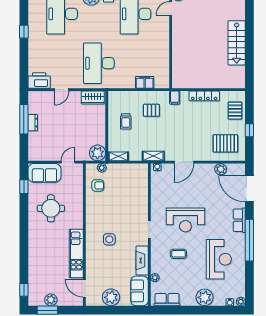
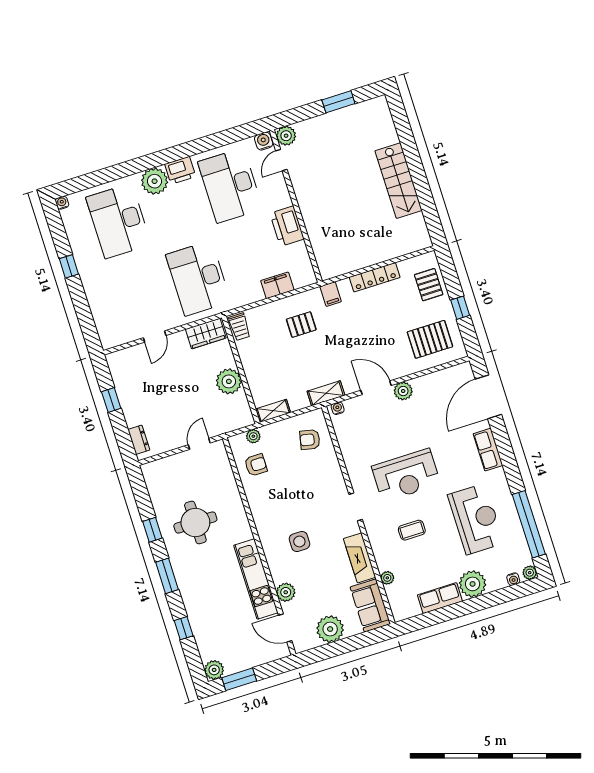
printer: (39, 81) -> (287, 226), moved, turned -90
window: (24, 119) -> (111, 400), width x0.46
trolley: (126, 121) -> (239, 327), moved
dresser: (33, 123) -> (139, 440), moved
plant: (97, 153) -> (229, 381), moved
door: (184, 162) -> (376, 388), swing flipped
plant: (221, 169) -> (403, 391), moved
sofa: (44, 173) -> (169, 472), removed
armchair: (135, 181) -> (310, 440), added
window: (24, 187) -> (152, 530), moved
door: (249, 189) -> (488, 397), hinge flipped
window: (24, 235) -> (167, 576), added
window: (249, 240) -> (529, 524), moved
plant: (92, 267) -> (286, 592), added
window: (24, 290) -> (184, 628), moved
plant: (51, 300) -> (214, 670), moved
row of seats: (167, 300) -> (440, 598), moved

